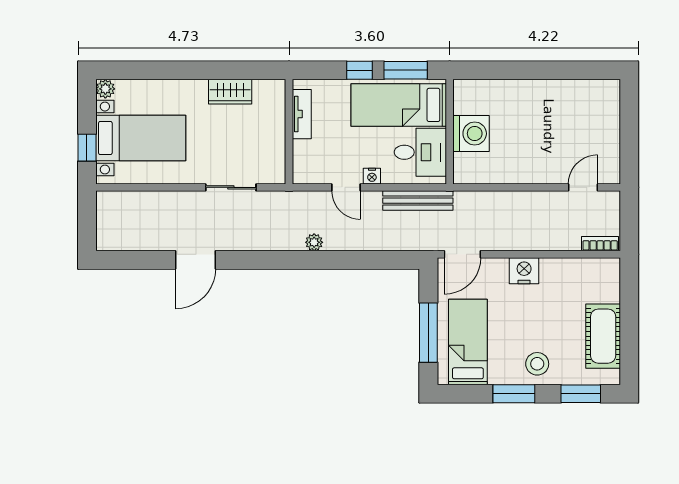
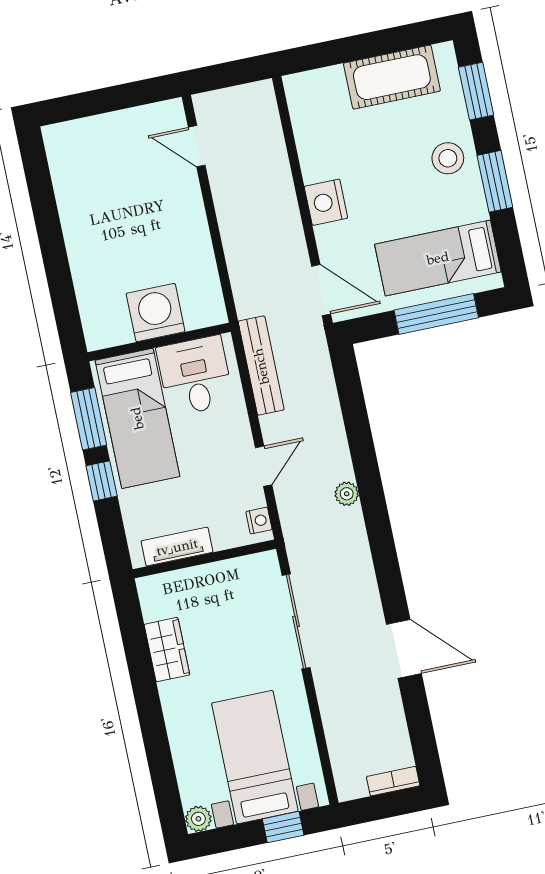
nightstand: (372, 176) -> (259, 521), moved
sliding door: (231, 187) -> (296, 622), width x1.37
bookcase: (600, 244) -> (393, 781), moved, turned 90

